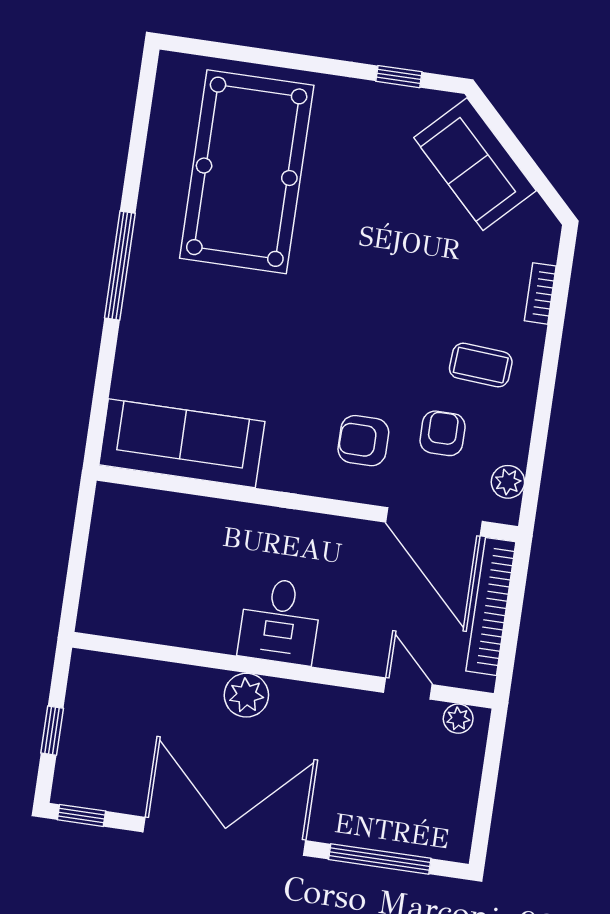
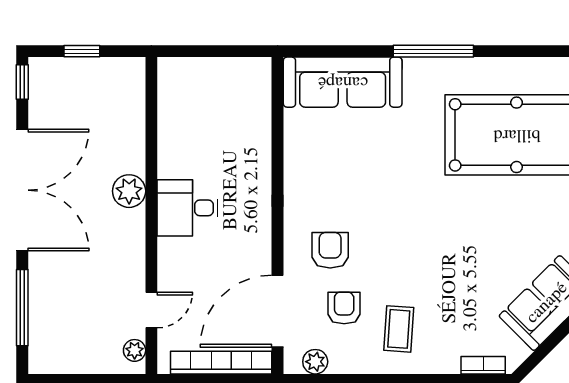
bookcase: (540, 293) -> (483, 365), moved
armchair: (443, 433) -> (344, 308), turned -90
sofa: (182, 443) -> (343, 82), moved, turned 90

